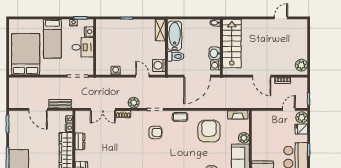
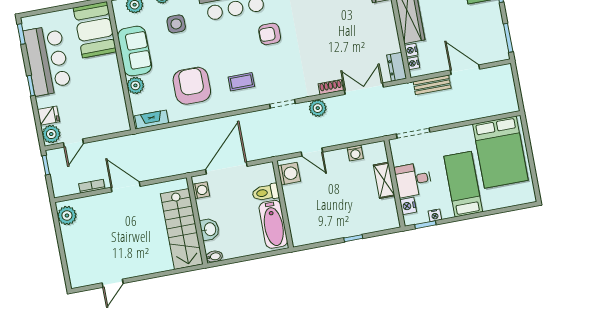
shelving: (160, 30) -> (384, 180), moved
washbasin: (215, 53) -> (210, 229), moved
coffee table: (180, 117) -> (241, 82), moved
armchair: (209, 131) -> (192, 86), turned 180
armchair: (155, 132) -> (270, 34), moved
dresser: (80, 141) -> (397, 67), moved

